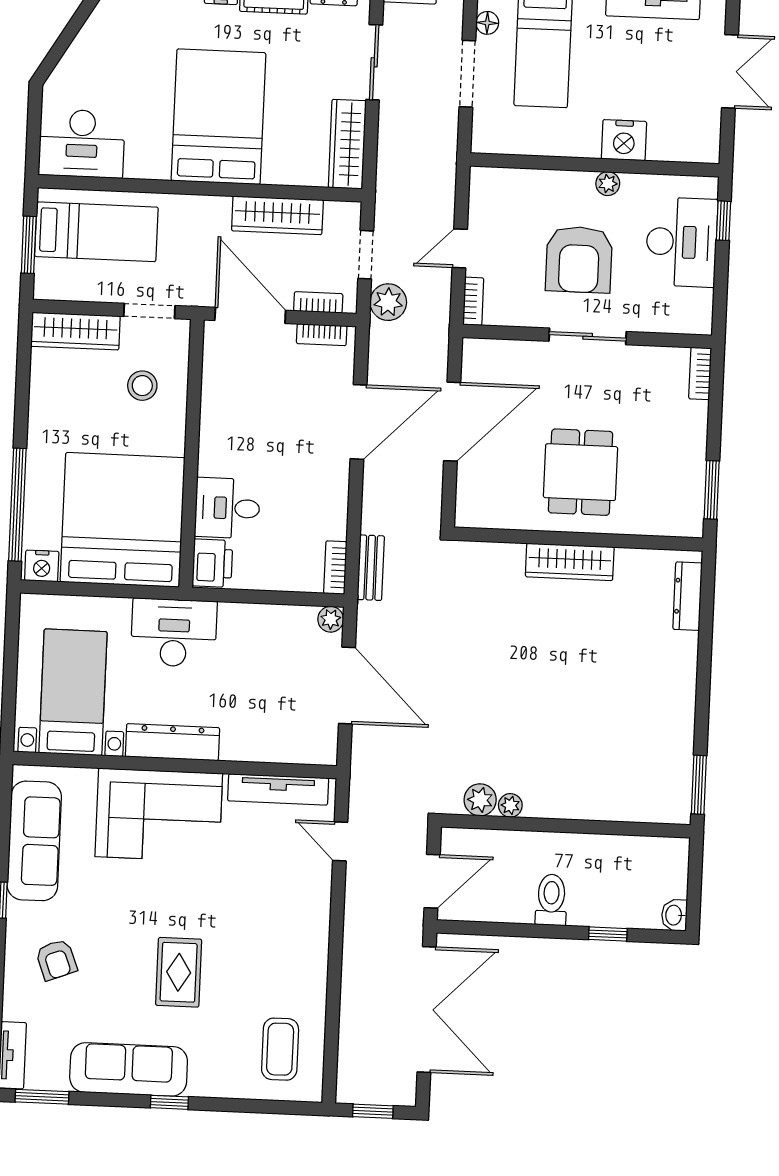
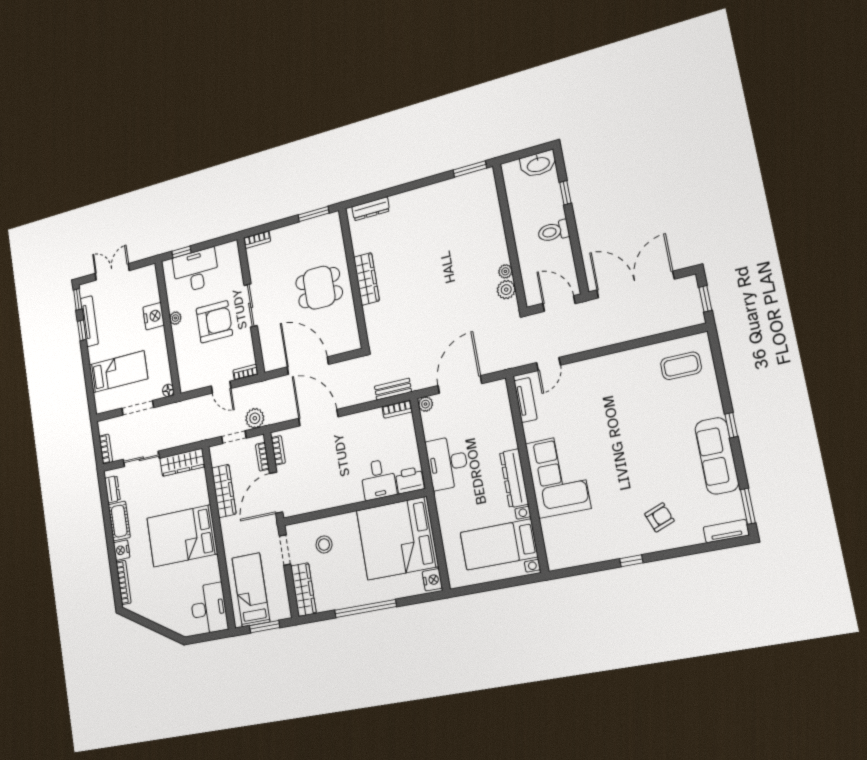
floor lamp: (487, 23) -> (168, 390), moved
window: (17, 505) -> (365, 608), moved
desk: (174, 633) -> (447, 463), moved
tv unit: (278, 789) -> (525, 400), width x0.71
sofa: (34, 841) -> (591, 548), removed
washbasin: (674, 915) -> (538, 164), width x1.91, depth x1.45
rug: (179, 972) -> (649, 440), removed

